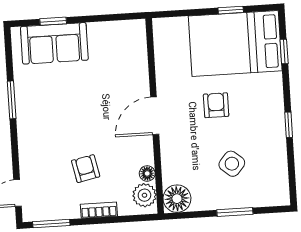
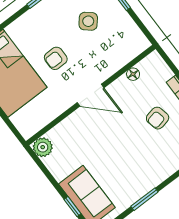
plant: (144, 195) -> (43, 147), moved
floor lamp: (177, 199) -> (137, 43), removed

